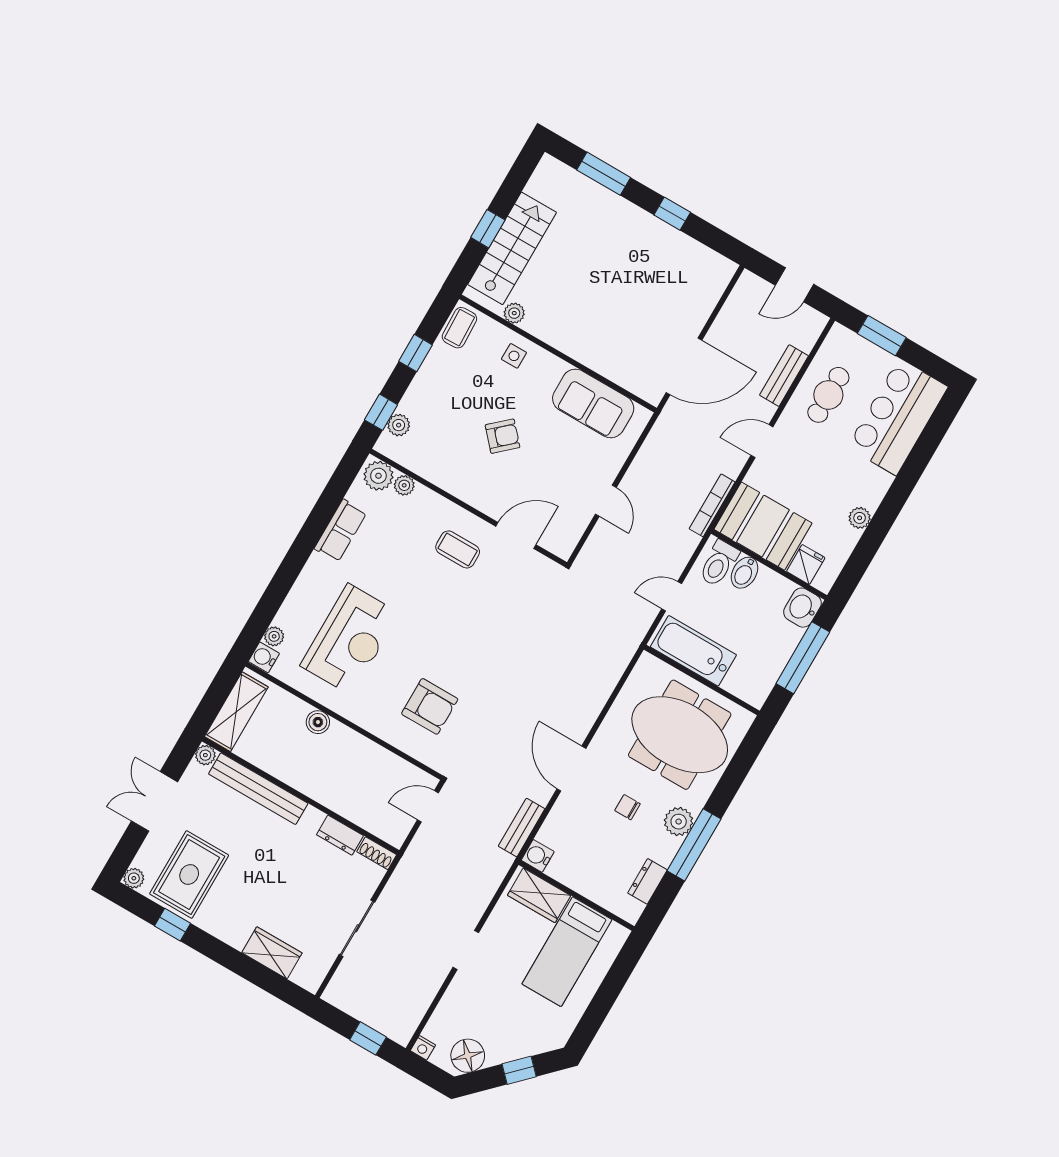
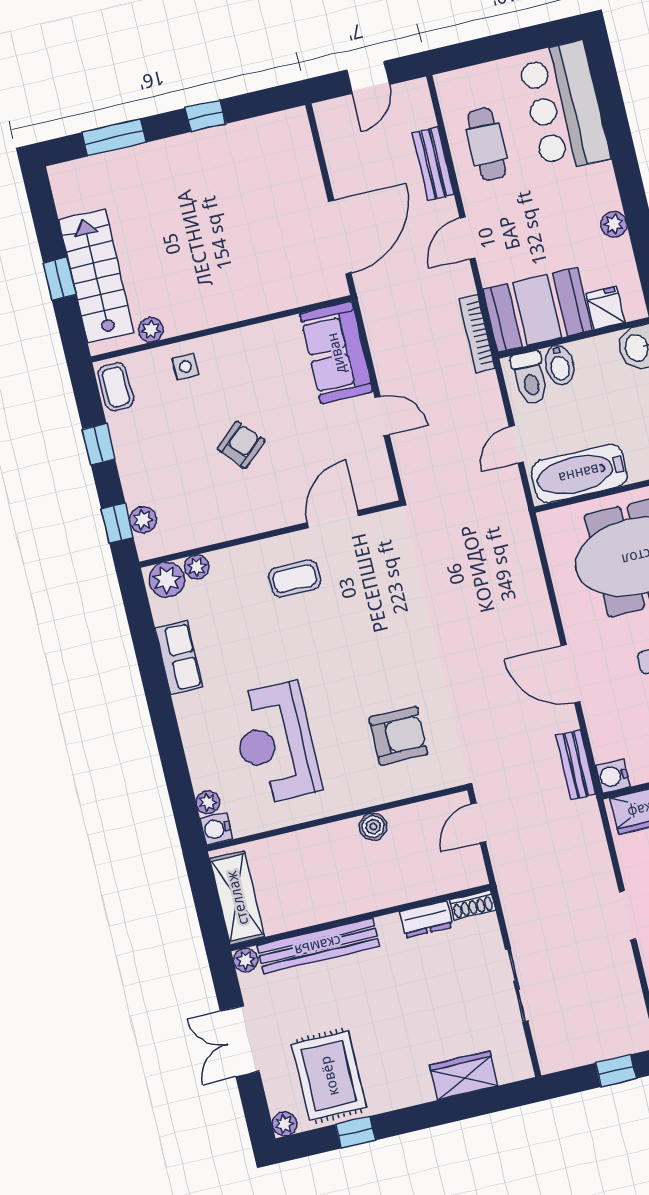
window: (882, 336) -> (484, 50), removed
sofa: (593, 403) -> (336, 353), moved, turned 90
reception desk: (350, 639) -> (275, 743), turned 180
boiler: (318, 722) -> (373, 827), moved

